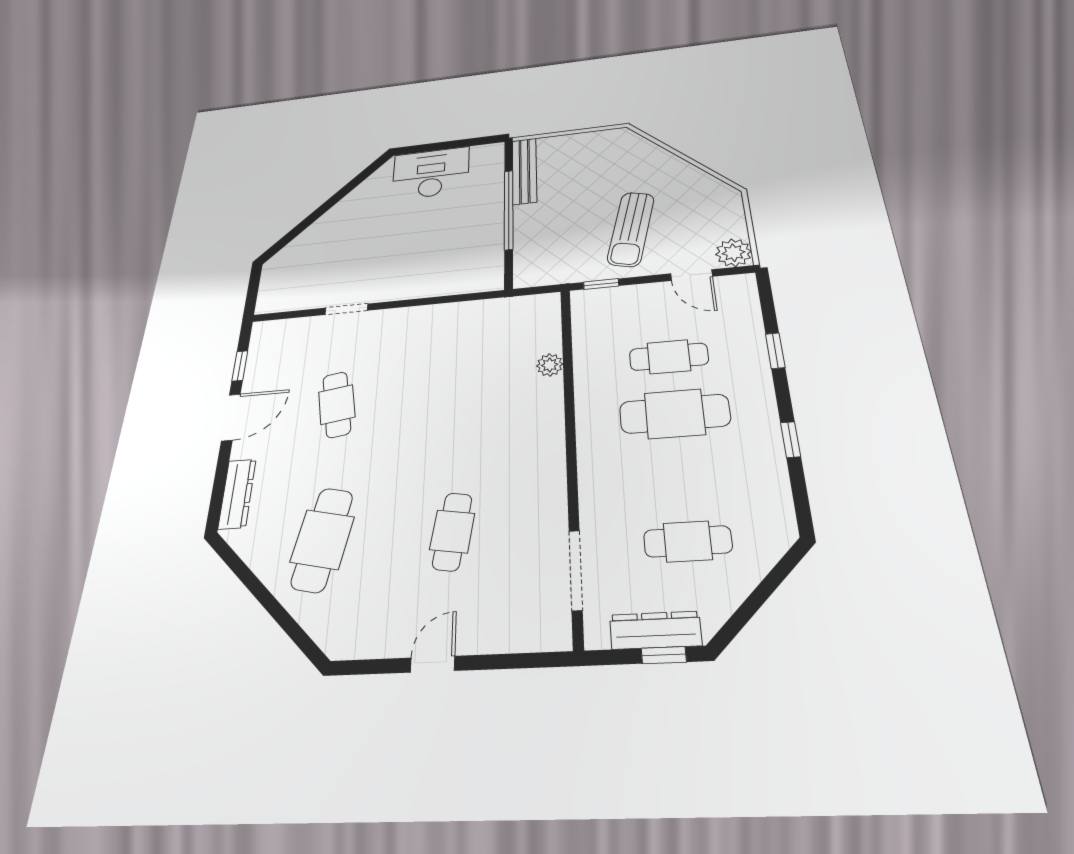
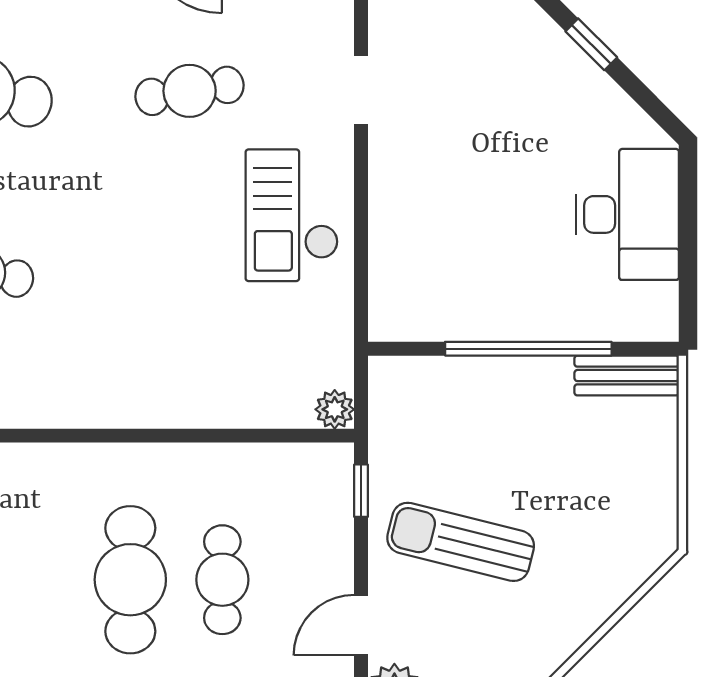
bench: (524, 171) -> (627, 376), width x0.73
window: (333, 201) -> (591, 44), added
checkout: (422, 339) -> (292, 215), added
plant: (550, 365) -> (335, 409), moved

